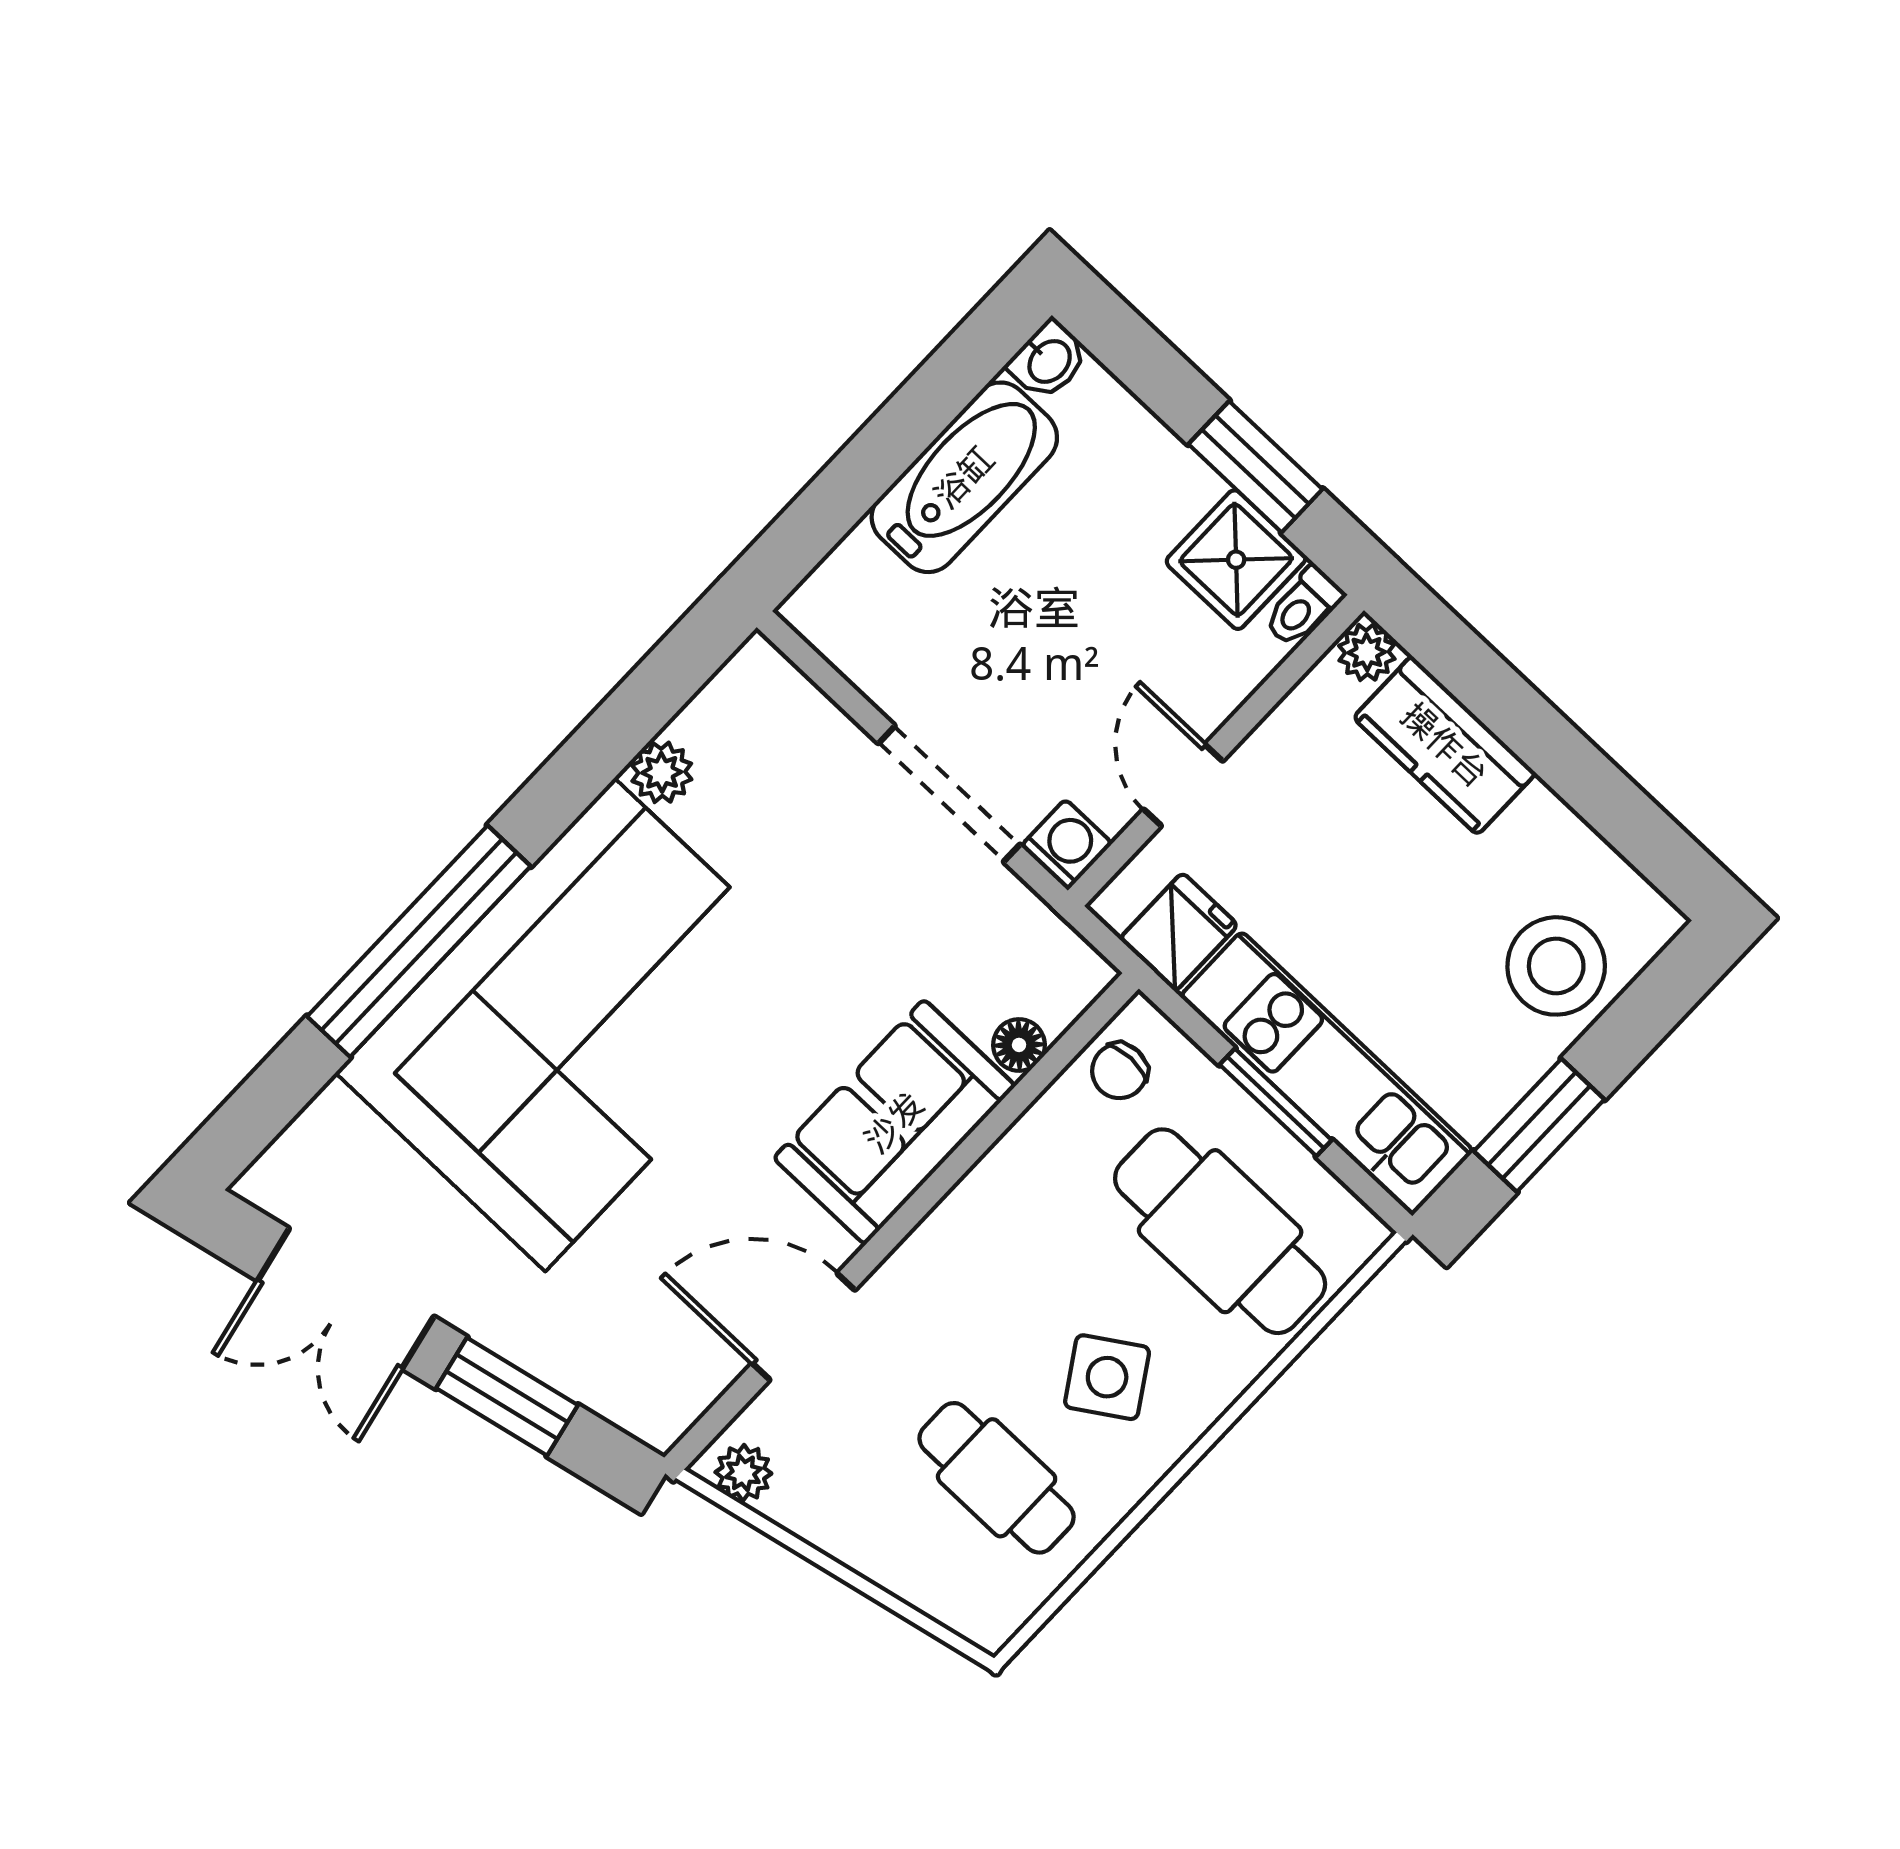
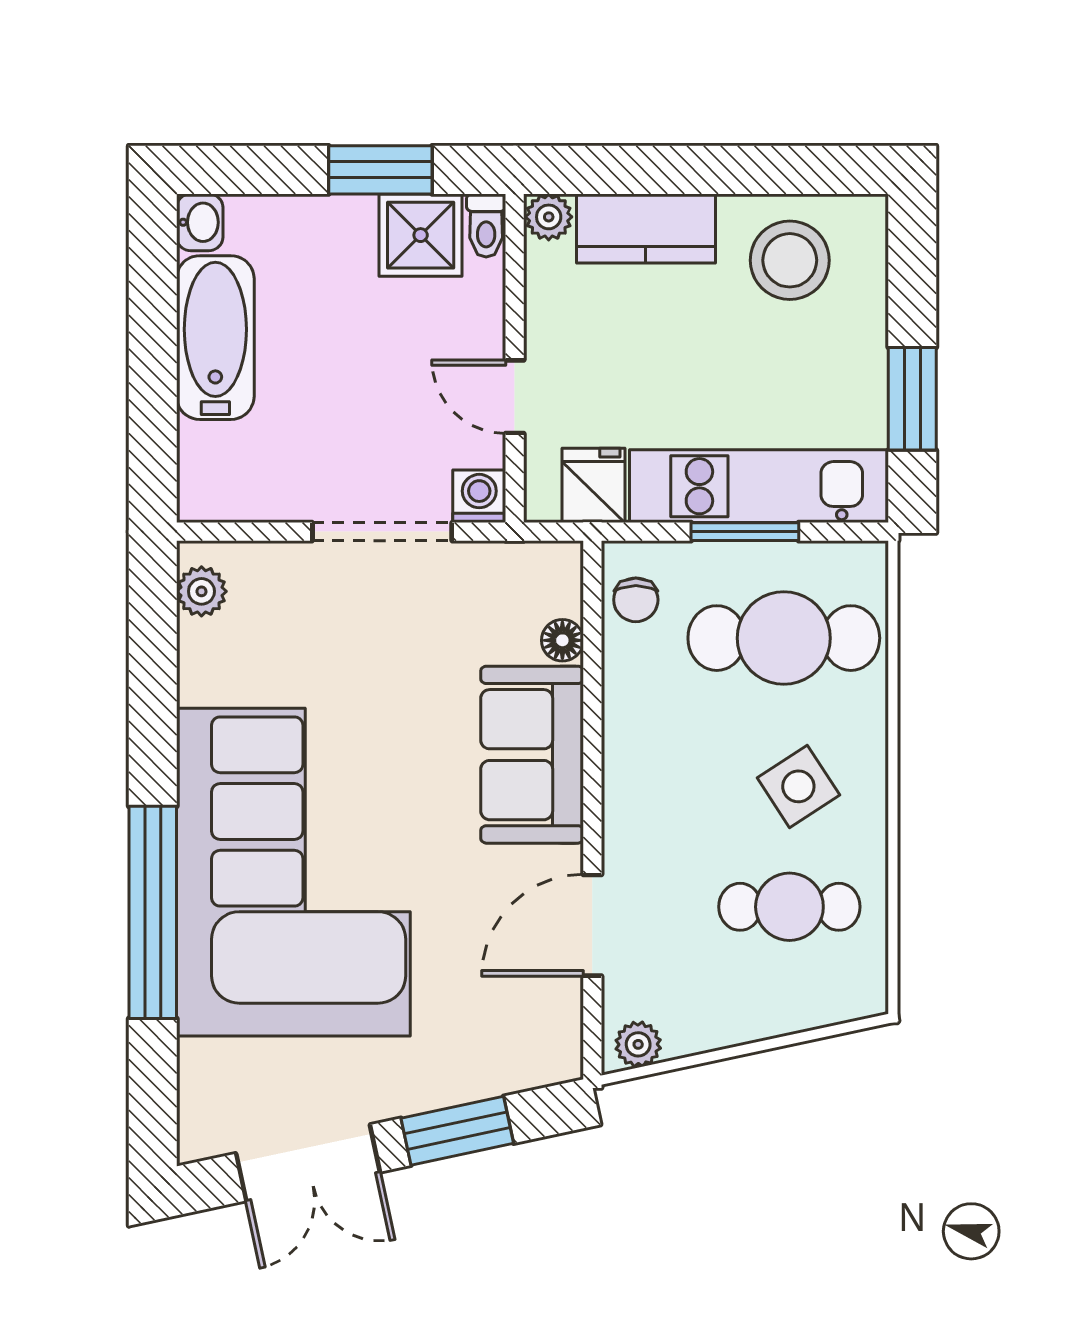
plant: (662, 772) -> (201, 591), moved
stool: (1556, 966) -> (790, 260), moved

